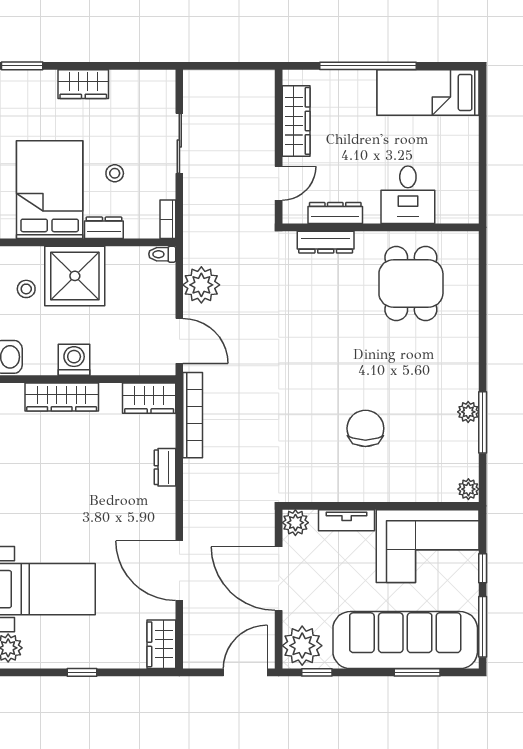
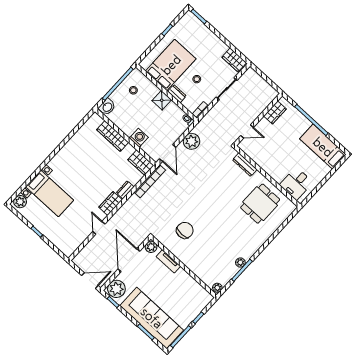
wardrobe: (83, 84) -> (234, 60), moved
wardrobe: (296, 121) -> (275, 113), width x0.67
desk: (408, 195) -> (296, 184), moved
dresser: (335, 213) -> (257, 158), removed
shower: (75, 276) -> (162, 100), width x0.54, depth x0.54
washing machine: (74, 360) -> (139, 138), moved
chair: (365, 428) -> (185, 230), moved
corner sofa: (428, 546) -> (187, 294), removed
door: (179, 571) -> (99, 228), width x0.53
wardrobe: (161, 644) -> (110, 203), moved

